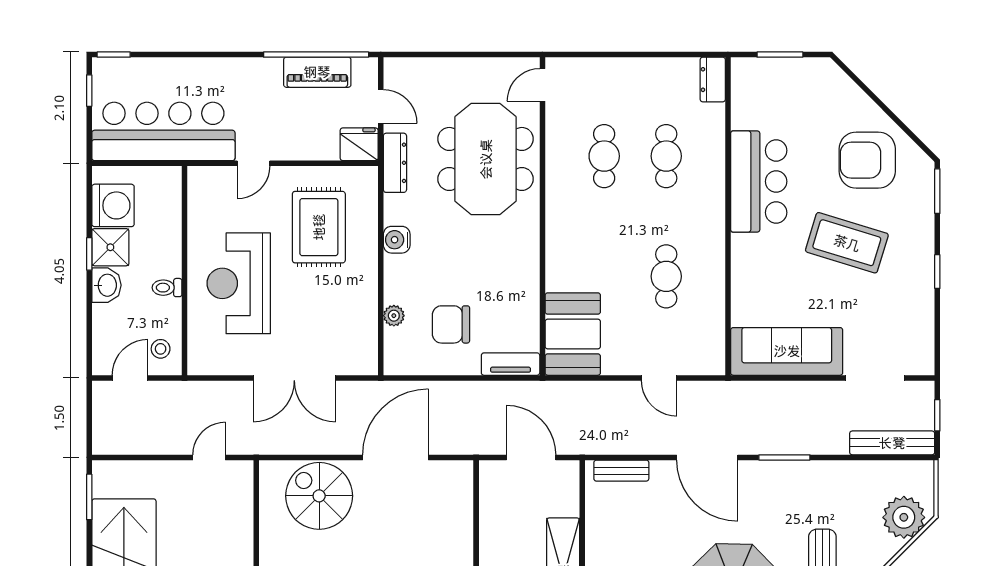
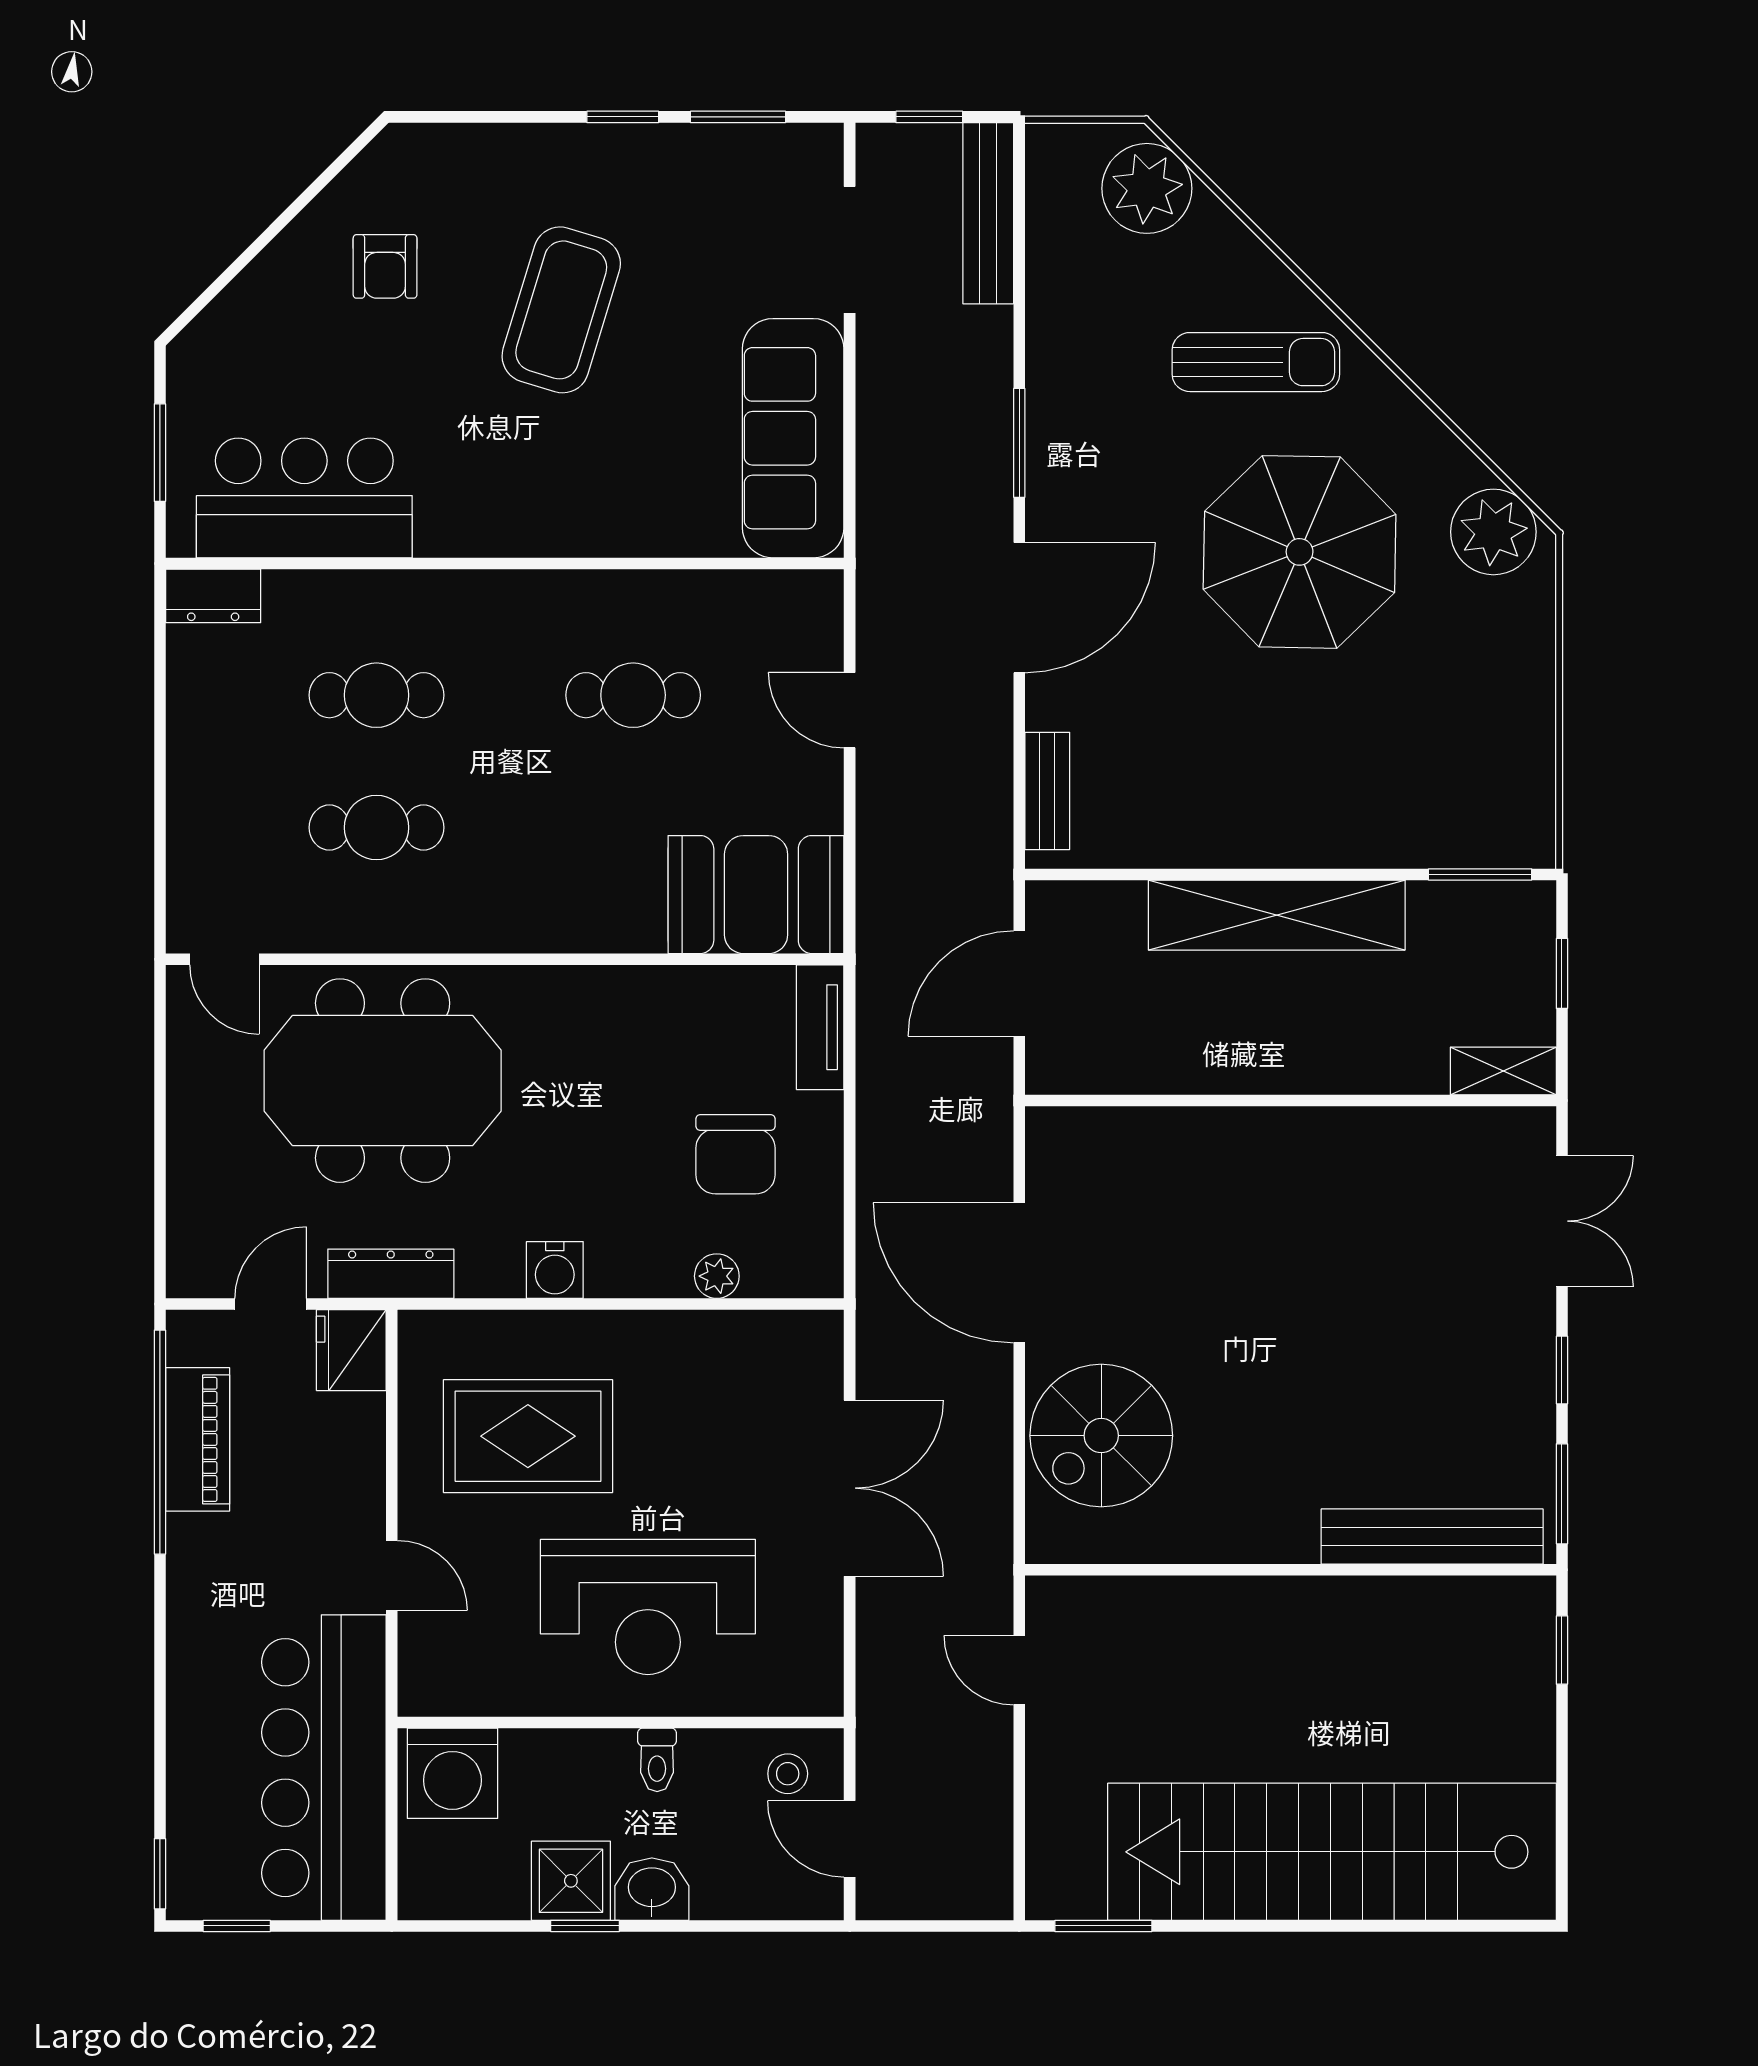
armchair: (867, 160) -> (385, 266), width x0.53, depth x0.53
bar counter: (759, 181) -> (304, 498), moved
window: (937, 191) -> (738, 117), moved
washing machine: (113, 205) -> (452, 1773), moved, turned 180
door: (659, 378) -> (850, 710), swing flipped

